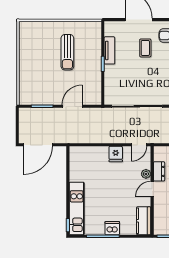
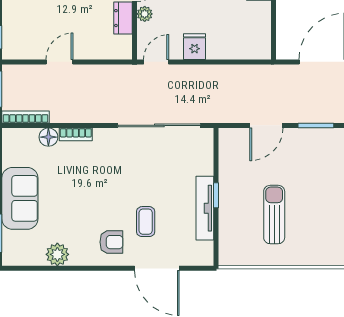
tv unit: (109, 50) -> (205, 208), width x1.41

